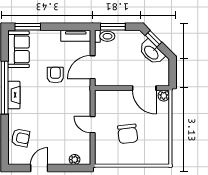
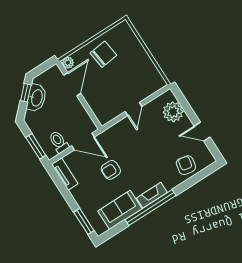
toilet: (105, 36) -> (59, 142), moved
window: (154, 39) -> (26, 93), moved
sofa: (19, 49) -> (120, 210), moved
chair: (128, 134) -> (103, 54), moved
plant: (75, 160) -> (173, 112), width x1.88, depth x1.88

